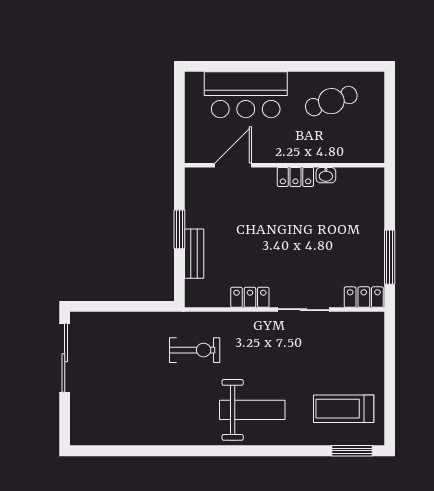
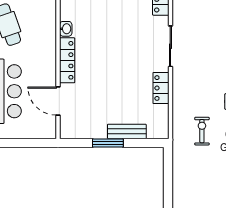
locker: (295, 177) -> (67, 60), width x1.53
exercise bike: (195, 350) -> (202, 131), width x0.73, depth x0.72

